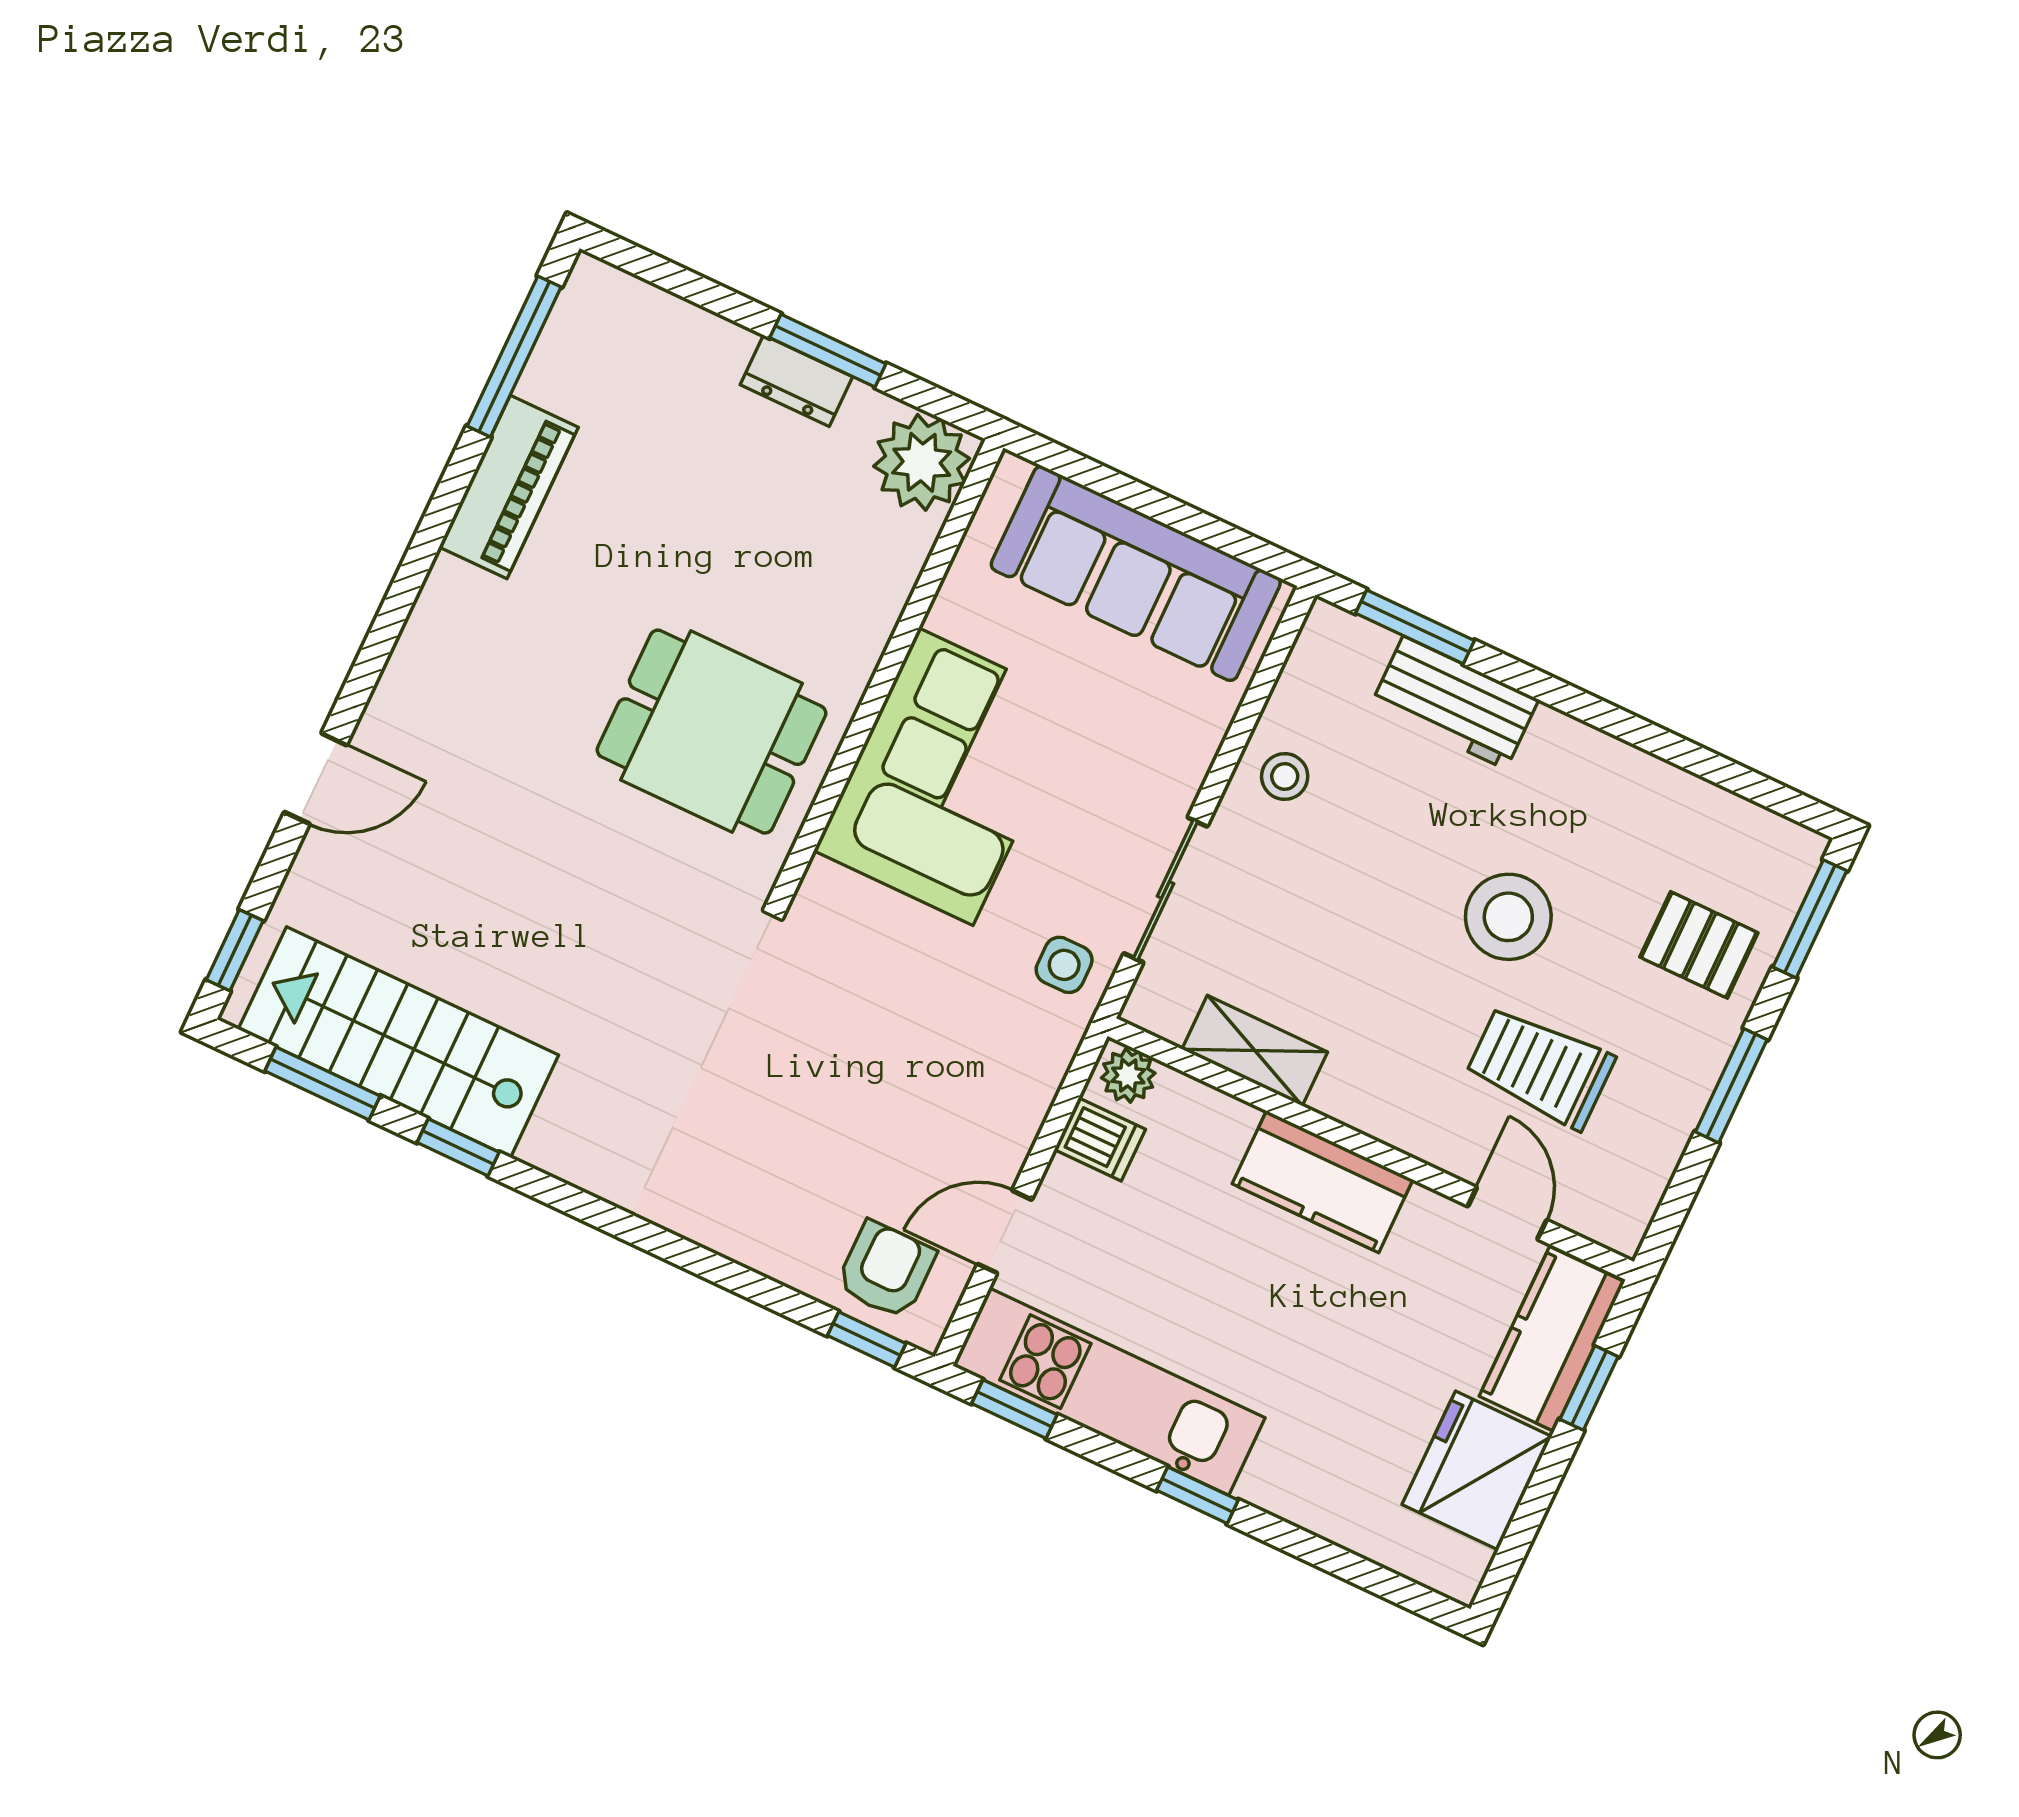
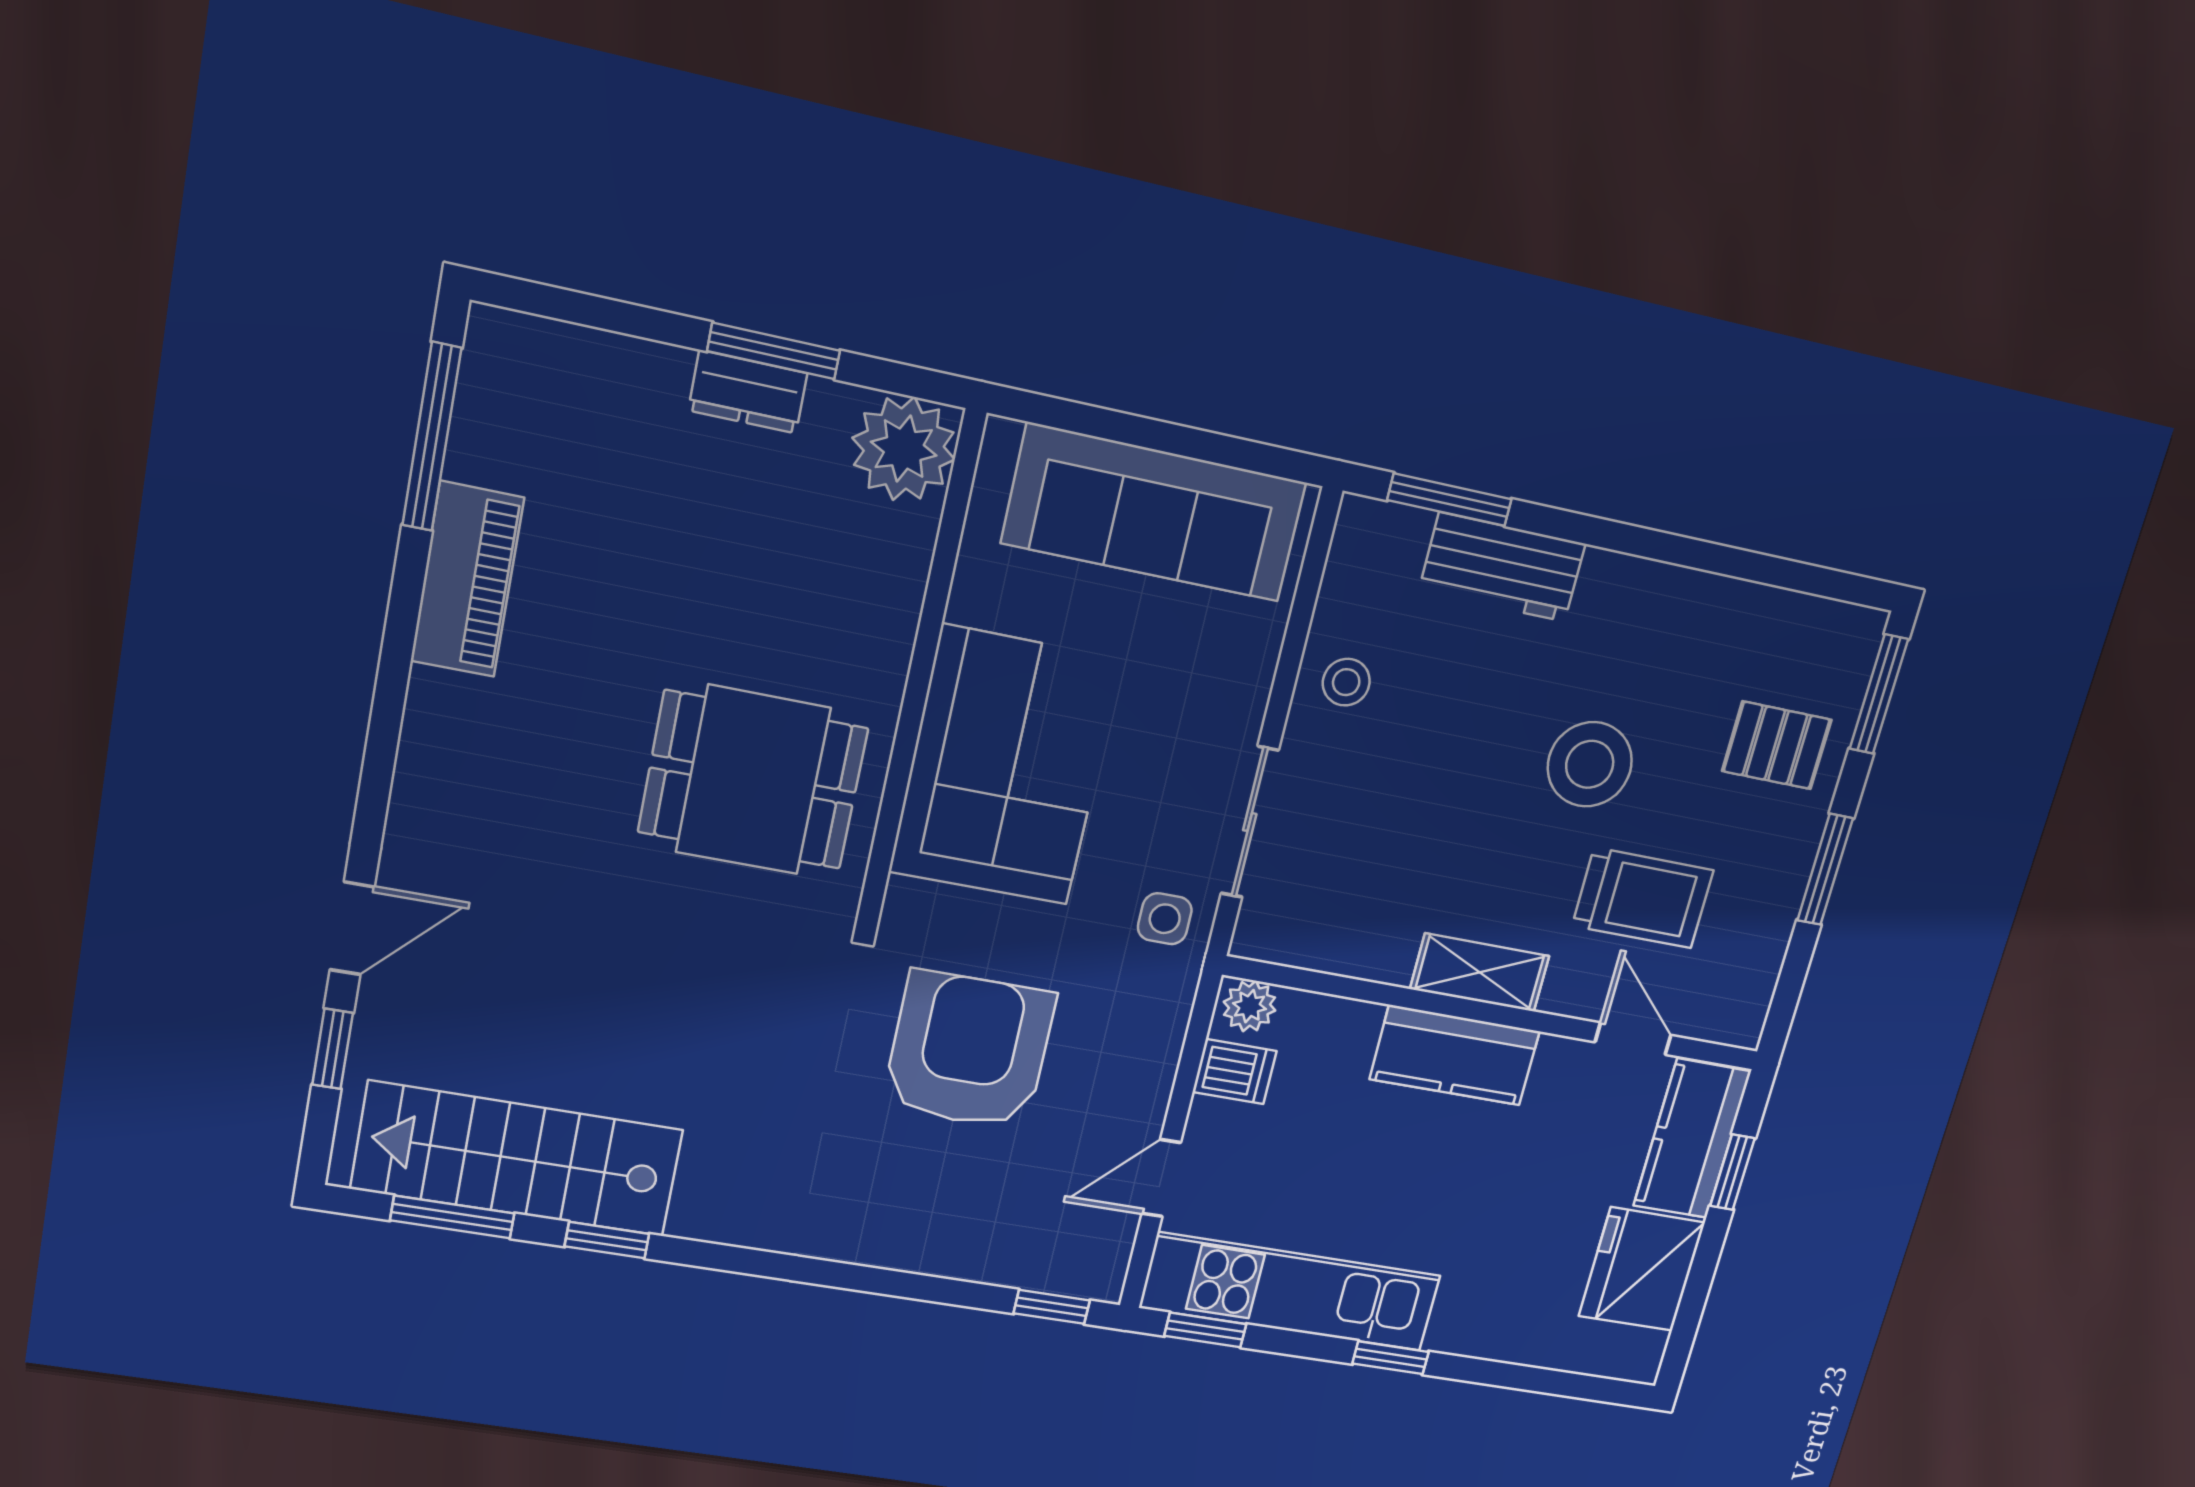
window: (235, 950) -> (333, 1049), moved
shelving: (1255, 1051) -> (1480, 972), moved
trolley: (1540, 1067) -> (1643, 898), turned 180
armchair: (886, 1270) -> (969, 1050), moved, width x1.88, depth x1.88

